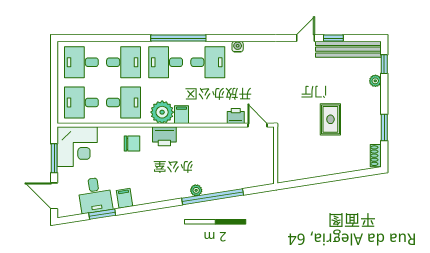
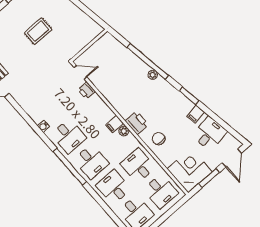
desk: (208, 62) -> (69, 136), turned 180
plant: (162, 112) -> (124, 131), width x0.53, depth x0.53
door: (258, 125) -> (80, 72), swing flipped
window: (102, 214) -> (189, 96), moved

